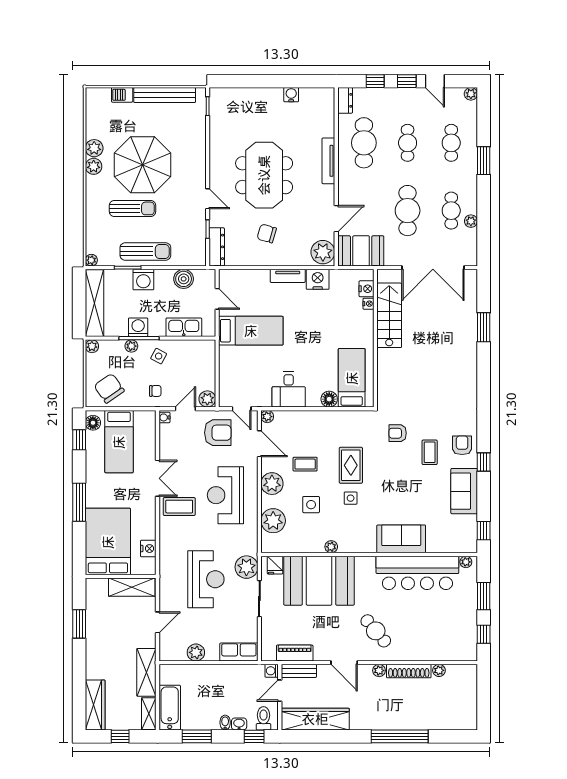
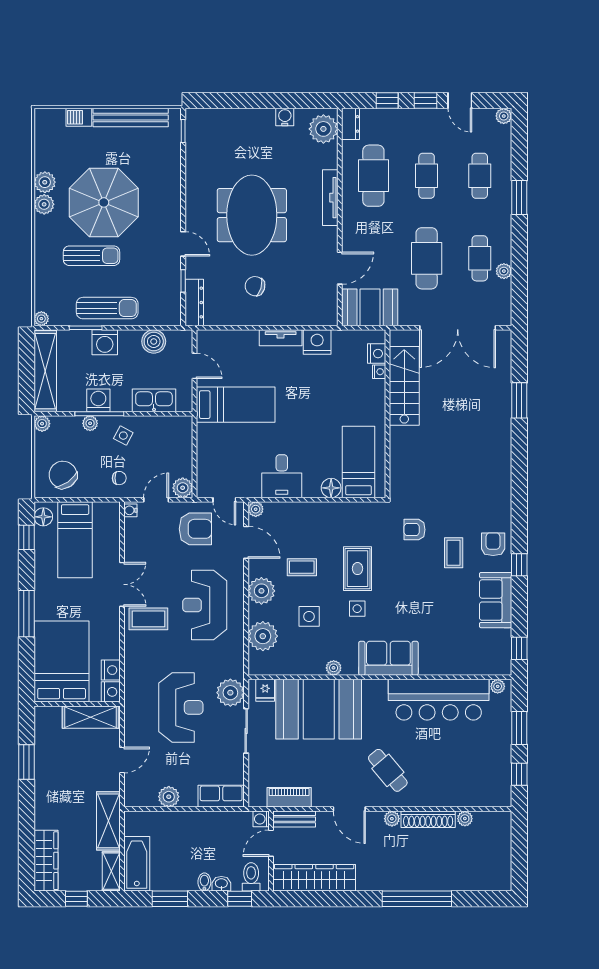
plant: (323, 252) -> (323, 129), moved
sofa: (401, 539) -> (388, 658), moved
nightstand: (148, 566) -> (111, 692), added

